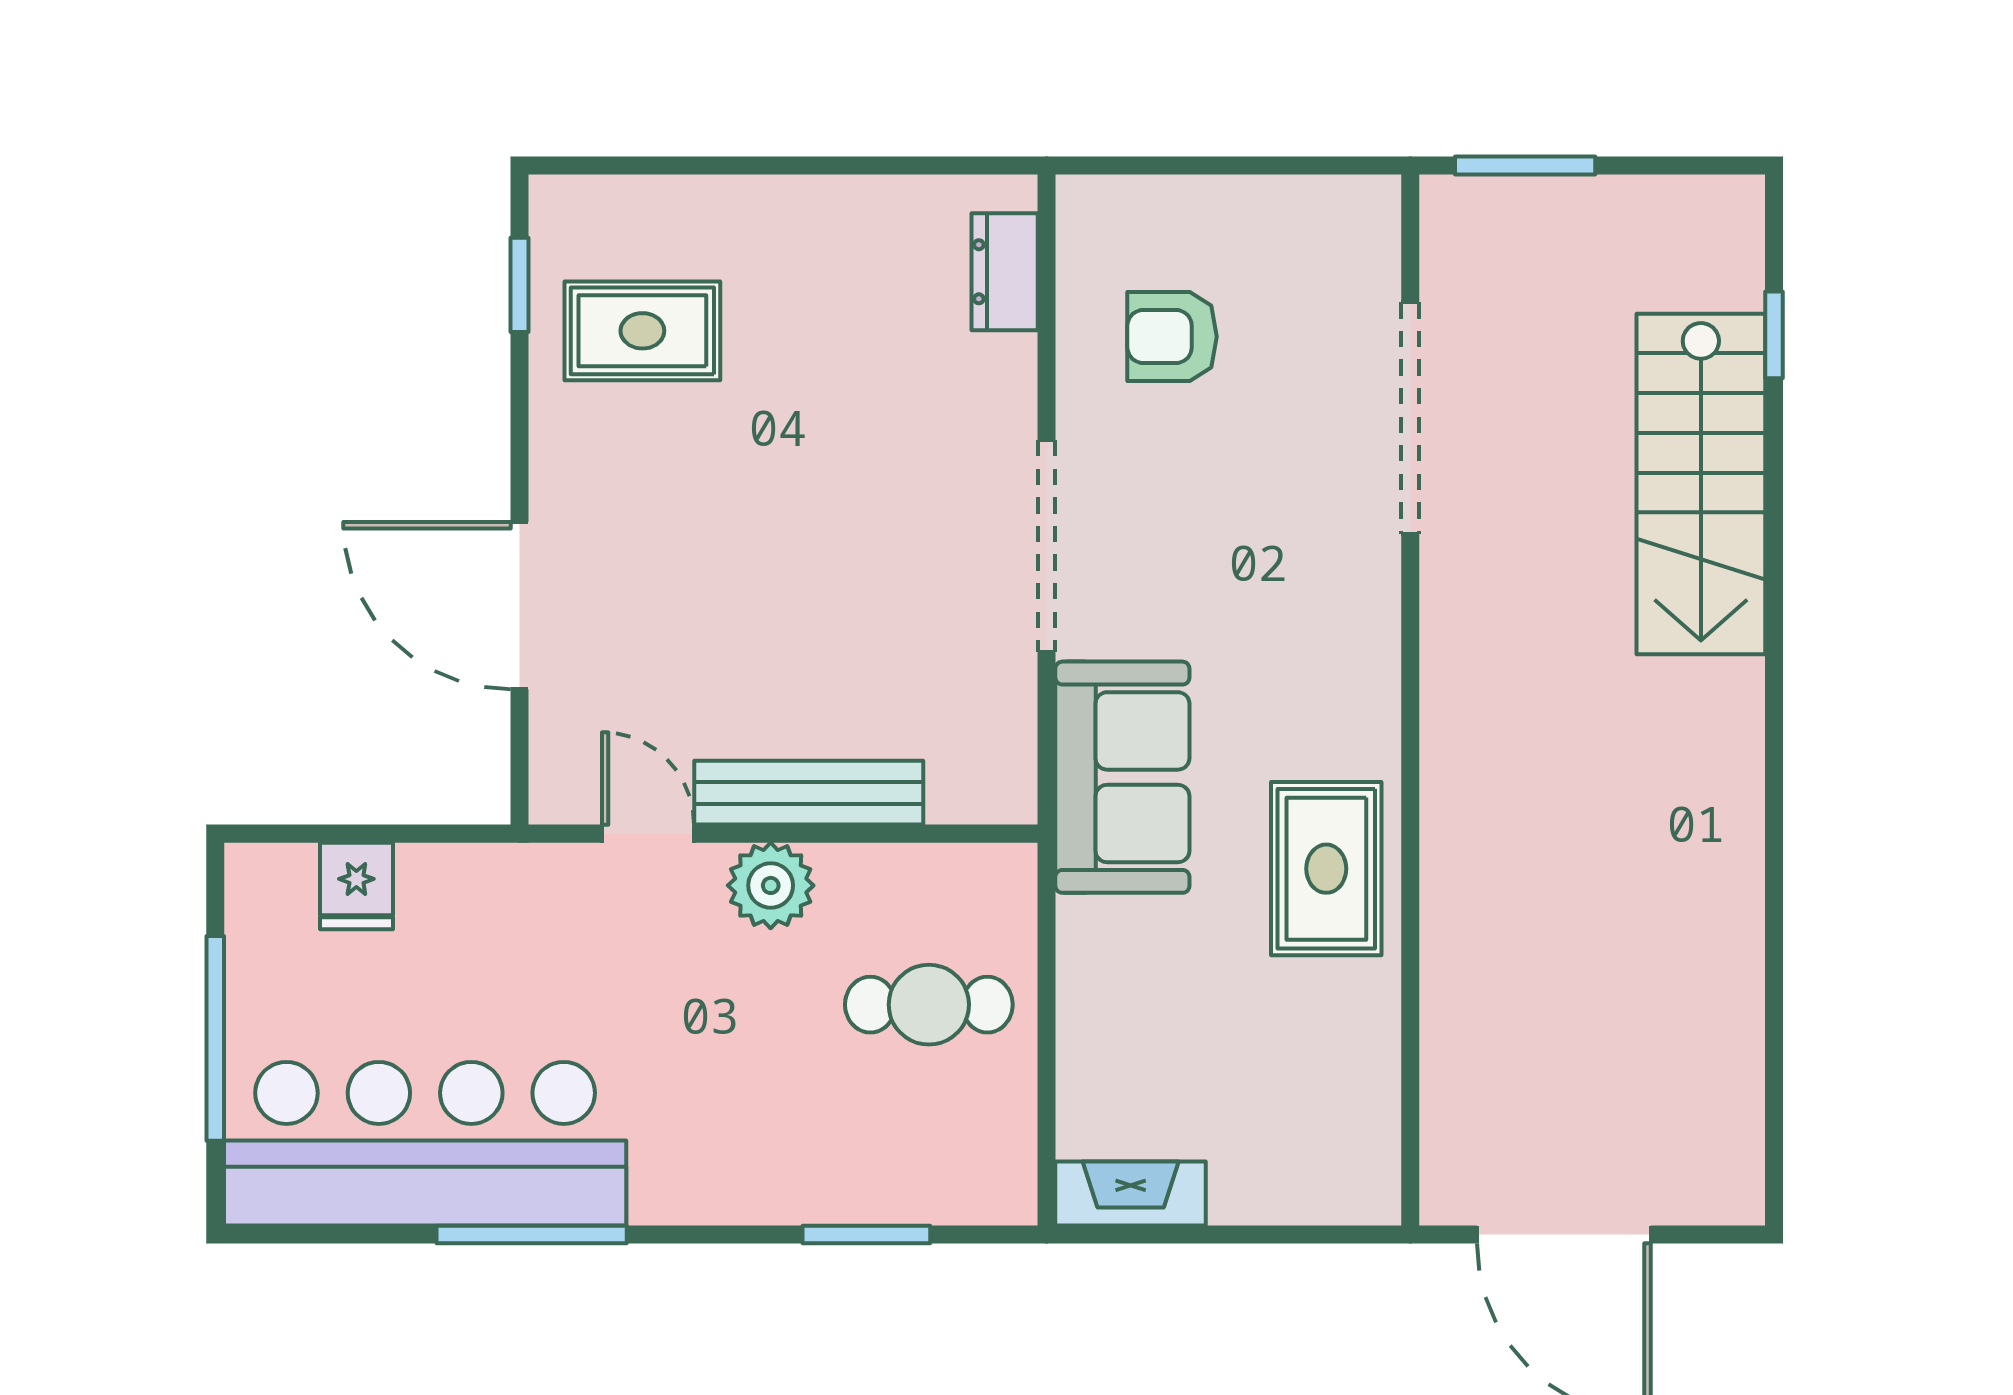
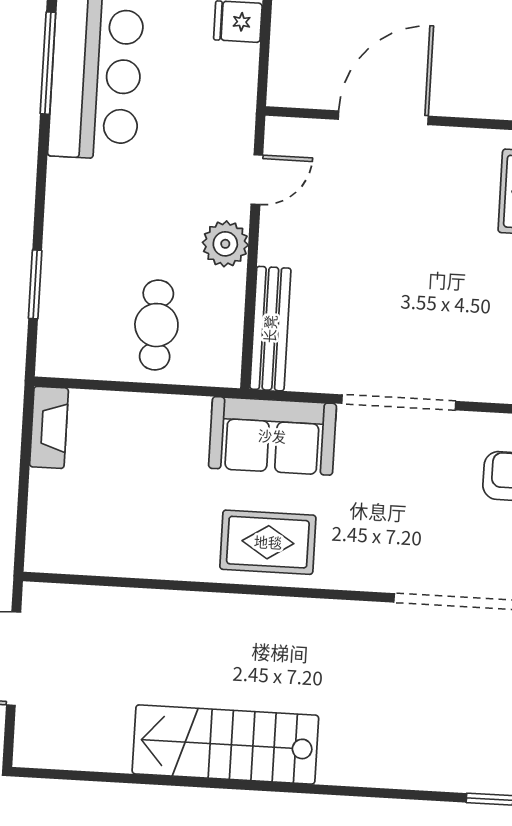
stairs: (1701, 484) -> (225, 745), moved
bench: (809, 793) -> (270, 329), moved
rug: (1326, 869) -> (268, 542), moved
window: (532, 1234) -> (48, 63), moved

